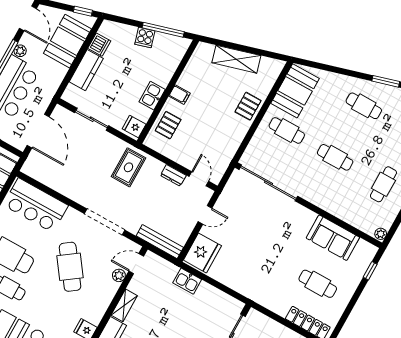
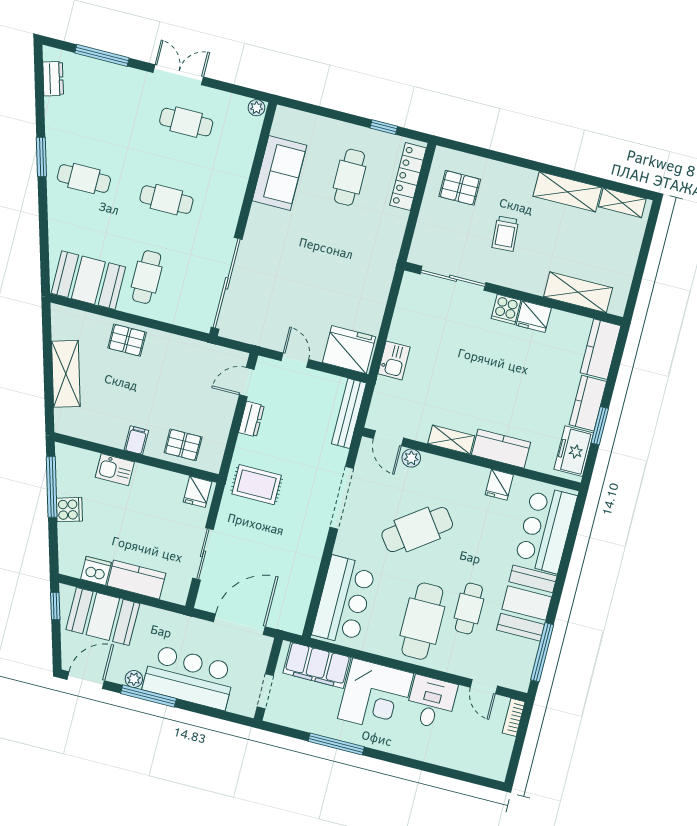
kitchen sink: (152, 96) -> (115, 470), moved
cafe table: (364, 106) -> (84, 179), turned 90
cafe table: (335, 157) -> (166, 200), turned 90
window: (370, 271) -> (384, 127), moved

